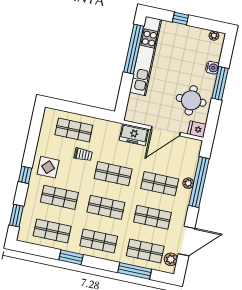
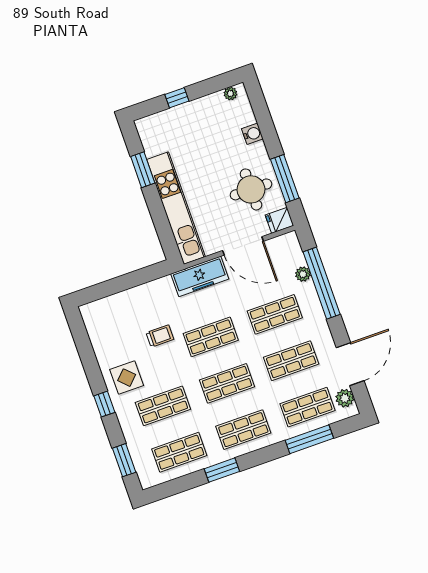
window: (134, 49) -> (143, 170), width x0.47
kitchen unit: (146, 56) -> (176, 208), moved
window: (220, 83) -> (285, 179), moved
shop shelf: (74, 130) -> (130, 313), removed
door: (166, 131) -> (243, 246), hinge flipped
freezer: (134, 135) -> (200, 276), width x1.40
plant: (188, 183) -> (303, 274), moved

